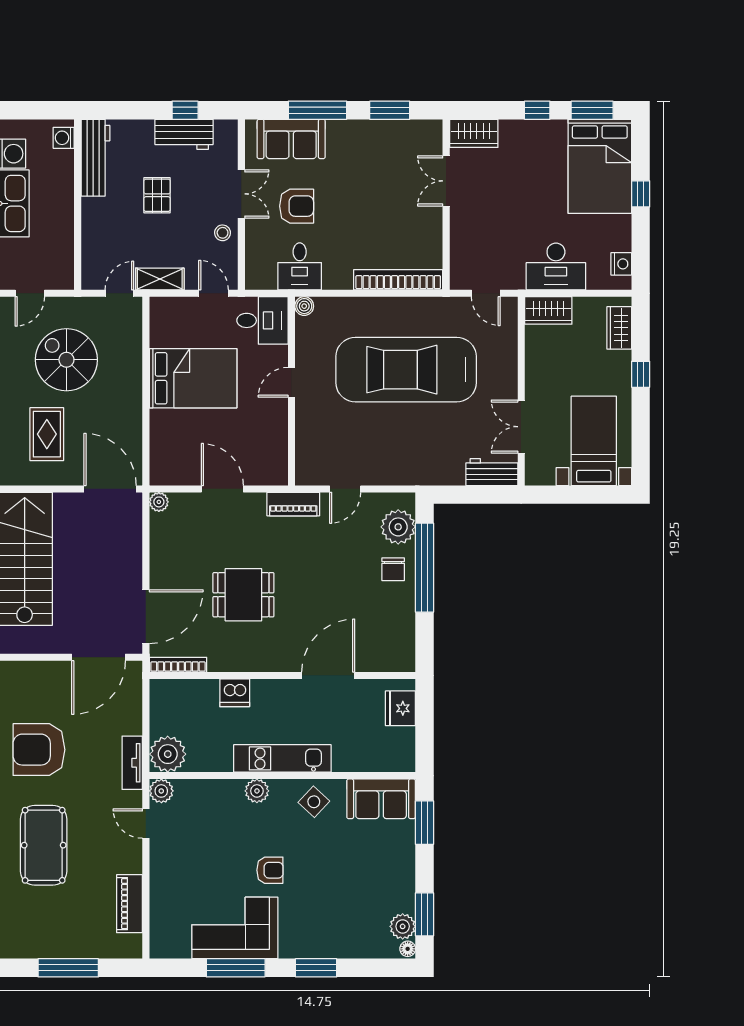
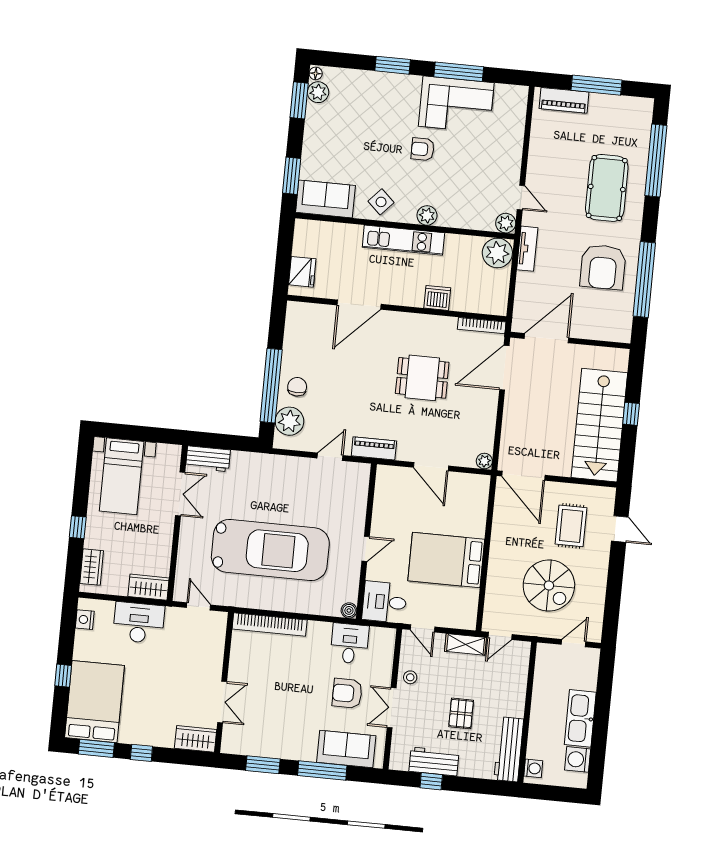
armchair: (39, 750) -> (603, 267), turned 90
piano: (129, 904) -> (564, 100), moved, turned 90

